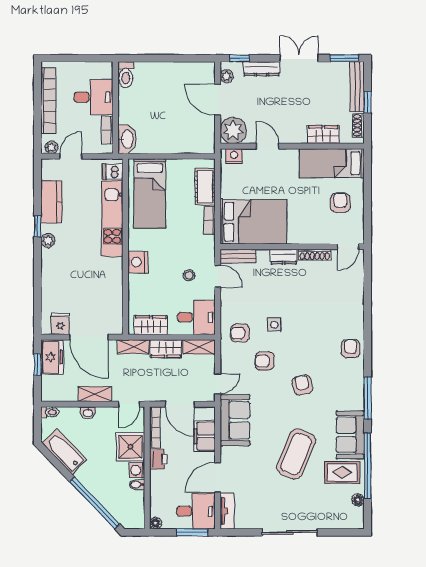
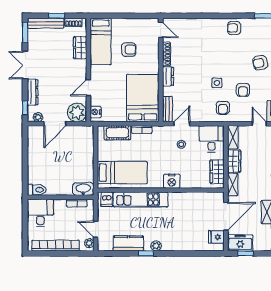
desk: (94, 97) -> (40, 213), moved
armchair: (340, 203) -> (129, 49), moved, turned 180

